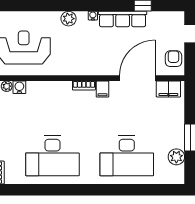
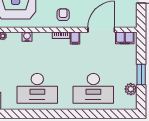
armchair: (173, 59) -> (63, 15), moved
water cooler: (19, 87) -> (27, 37), moved

